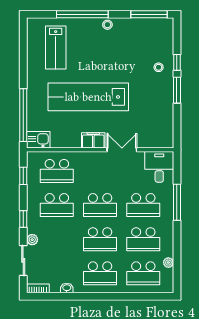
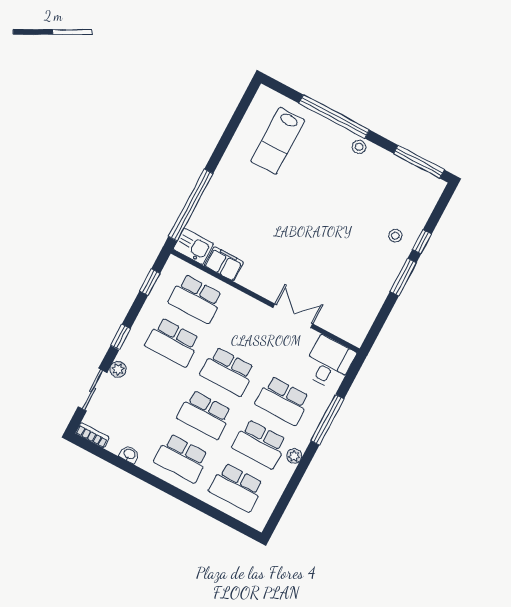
lab bench: (88, 97) -> (286, 226), removed
filing cabinet: (93, 140) -> (224, 264), moved
plant: (168, 263) -> (294, 456), moved

